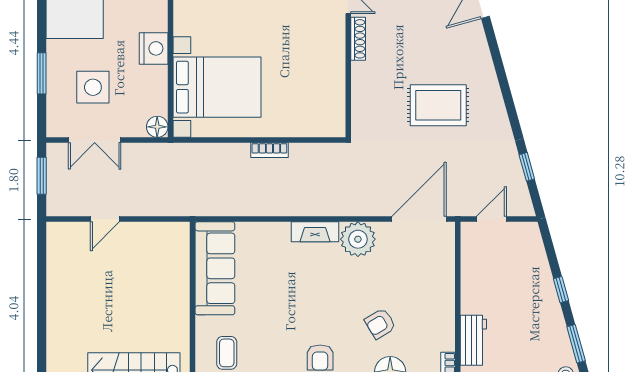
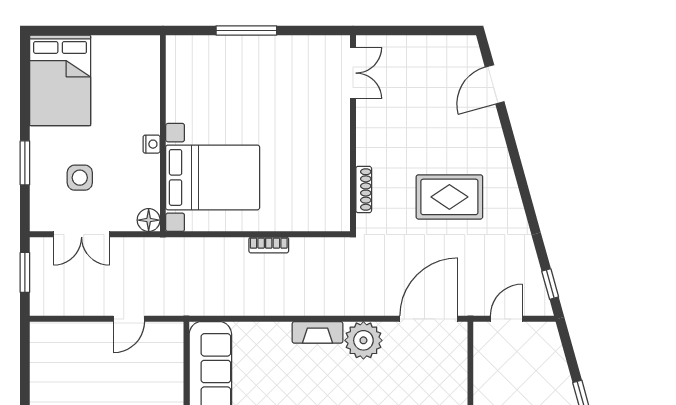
shoe rack: (358, 39) -> (364, 189), moved
nightstand: (154, 48) -> (152, 144), width x0.53, depth x0.56
side table: (93, 87) -> (80, 178), width x0.73, depth x0.73
window: (527, 167) -> (550, 284), moved
door: (105, 219) -> (129, 319), moved

